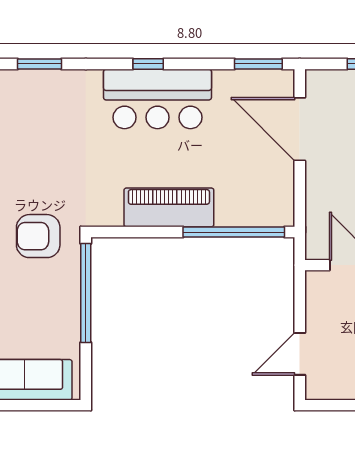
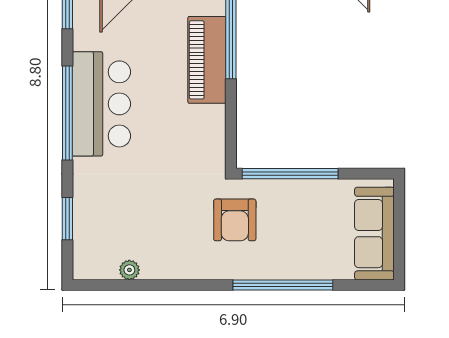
window: (148, 64) -> (67, 113), width x3.17
piano: (169, 207) -> (207, 60), moved

